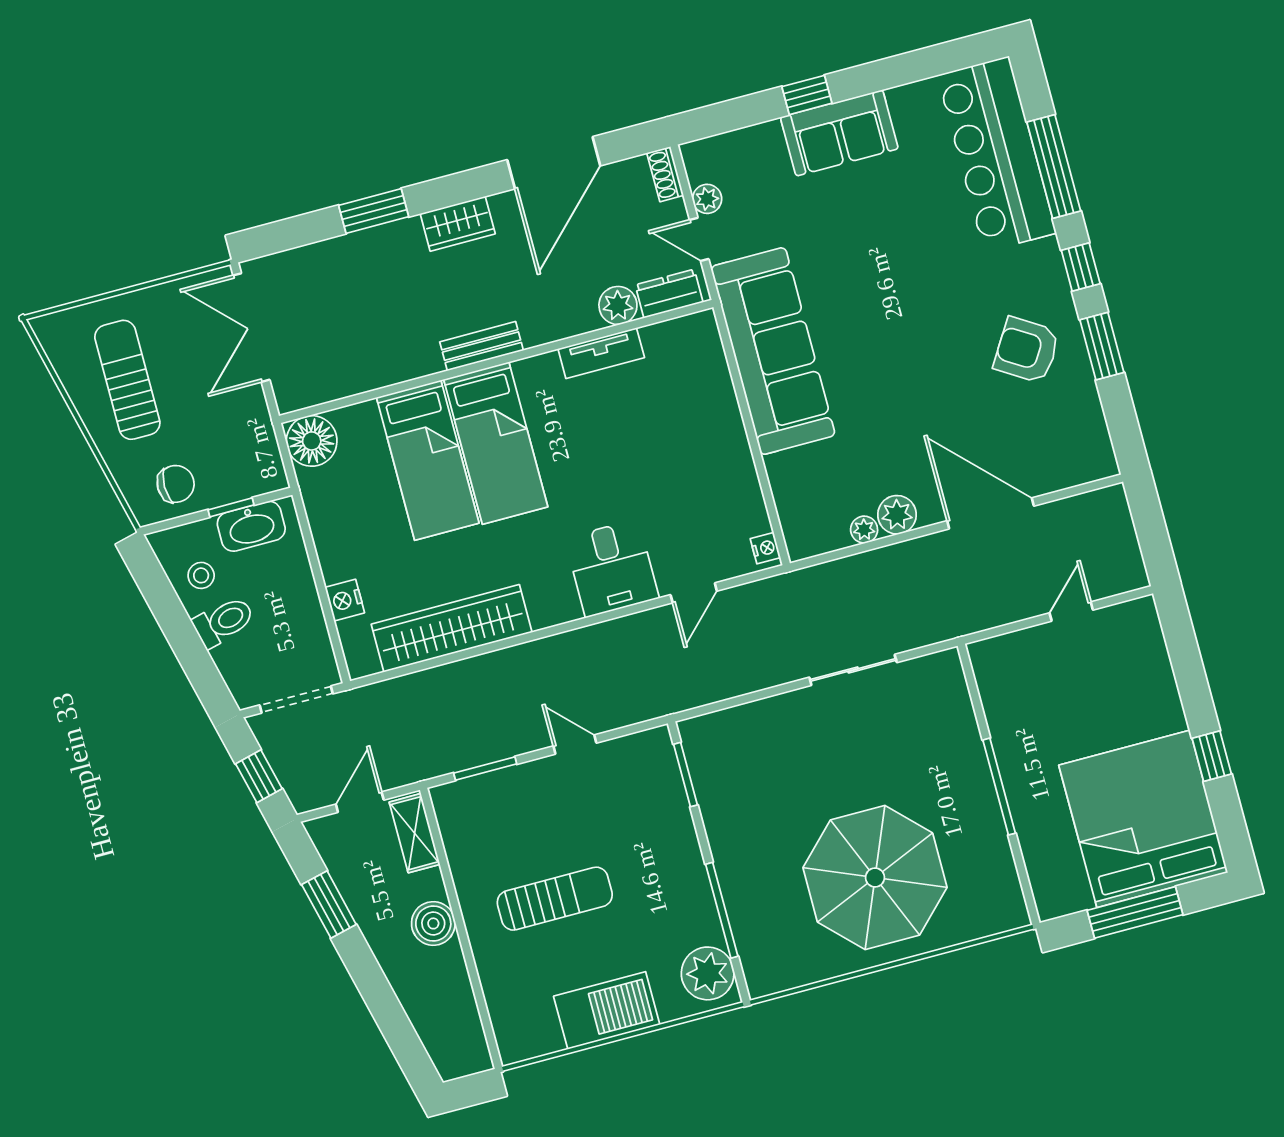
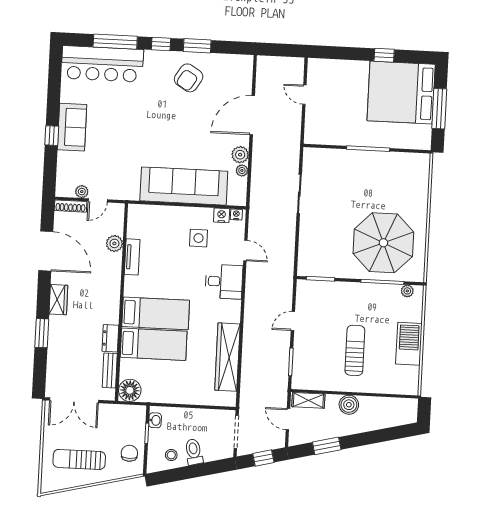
shoe rack: (665, 174) -> (71, 206), width x1.43
dresser: (669, 294) -> (110, 338), moved
bench: (482, 346) -> (110, 370), moved
sofa: (773, 351) -> (184, 186), moved
side table: (688, 483) -> (199, 238), added
washbasin: (251, 526) -> (155, 420), width x0.52, depth x0.69
nightstand: (345, 600) -> (222, 215), moved, turned 180
parasol: (875, 878) -> (383, 243), moved
plant: (708, 973) -> (407, 291), width x0.53, depth x0.53

